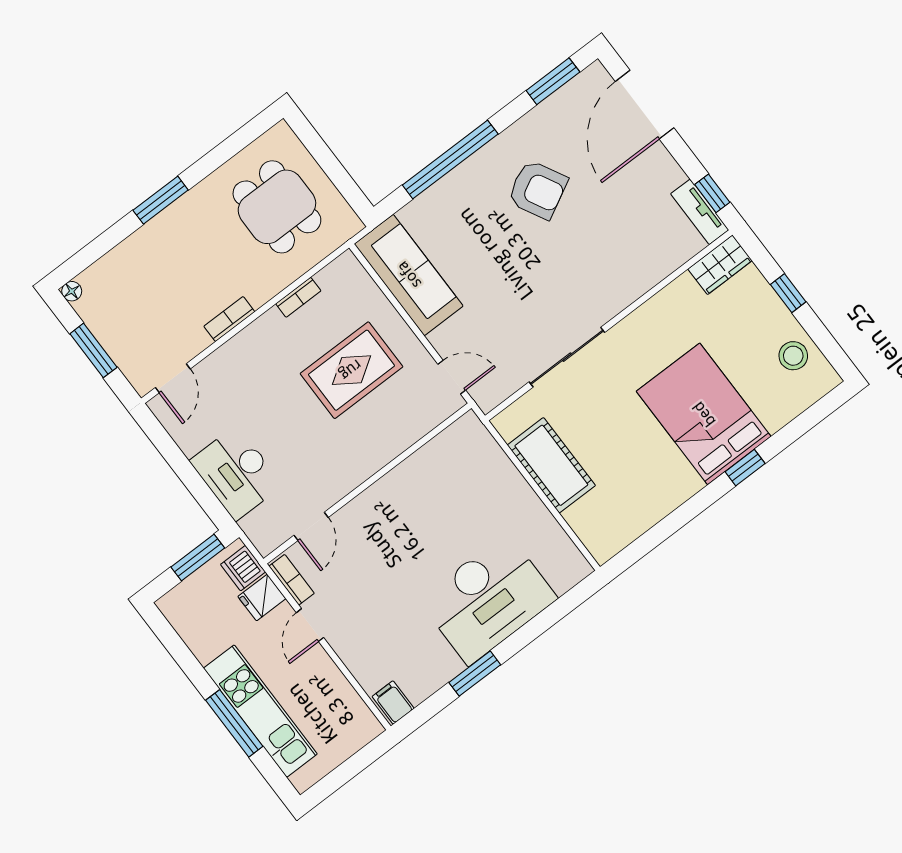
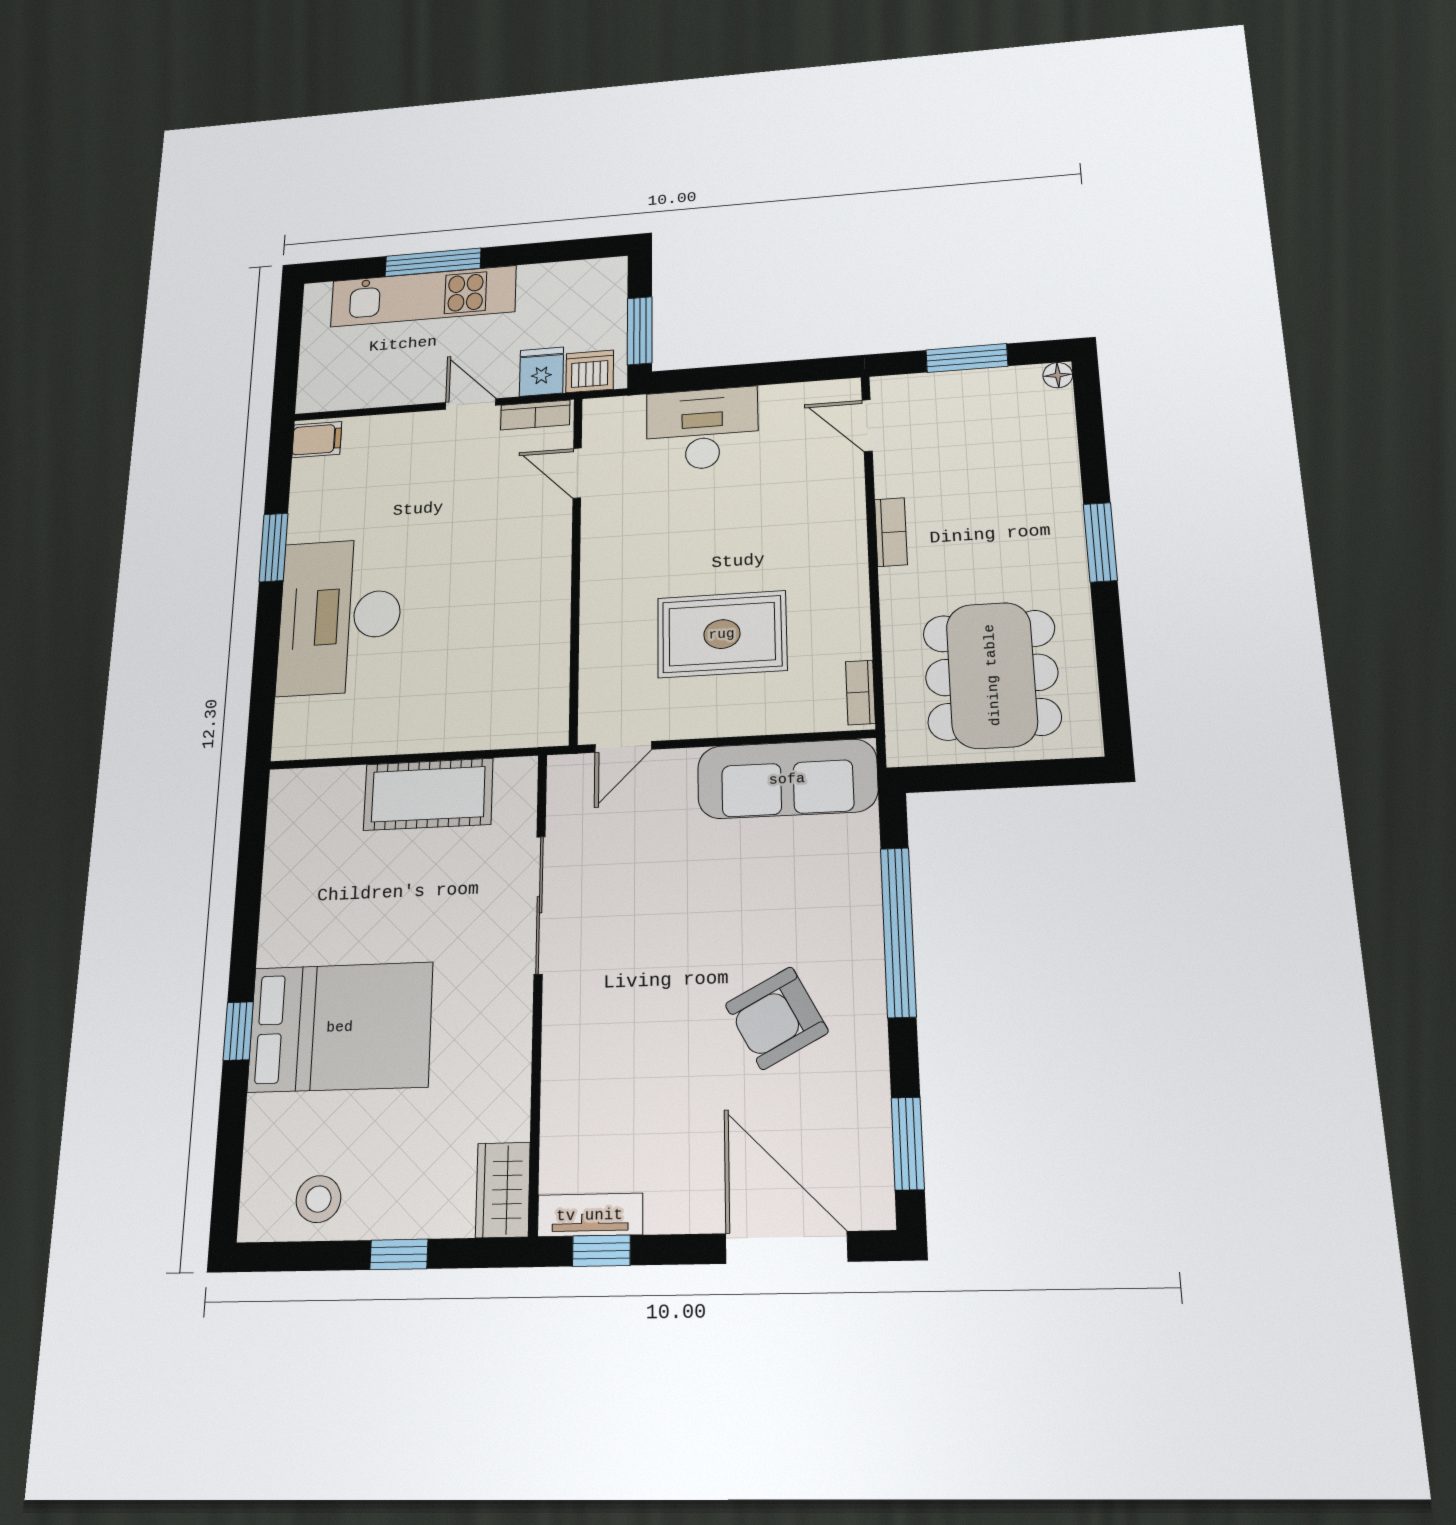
dining table: (277, 207) -> (992, 675), width x1.37
bookcase: (298, 297) -> (860, 692), moved
rug: (351, 370) -> (722, 634), turned 90

